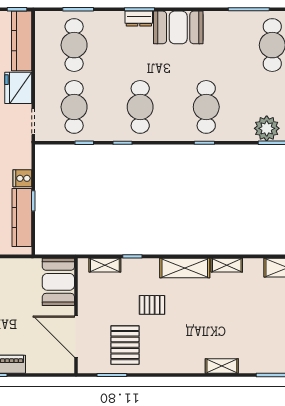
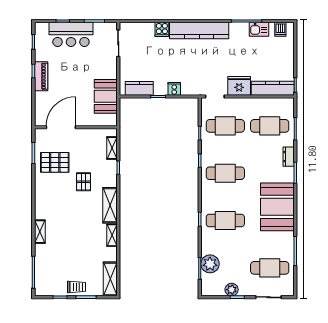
dresser: (139, 19) -> (289, 157), moved
booth: (178, 27) -> (277, 207), width x1.36, depth x1.42
kitchen counter: (22, 217) -> (139, 88), width x0.67
booth: (58, 282) -> (106, 96), moved, turned 90

